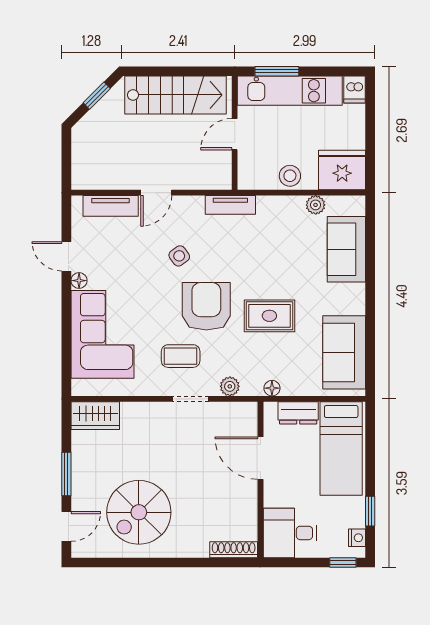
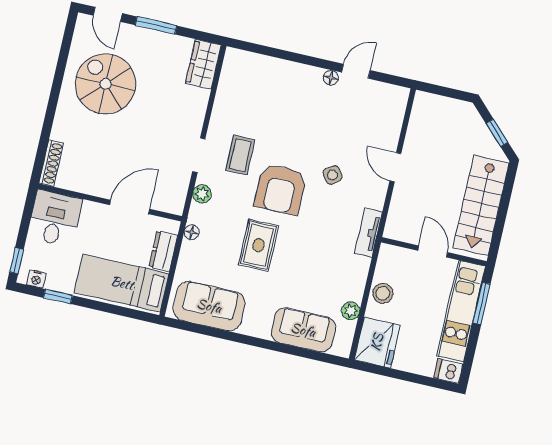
tv unit: (111, 206) -> (393, 122), removed
armchair: (206, 306) -> (280, 189), turned 90
corner sofa: (103, 334) -> (277, 88), removed

